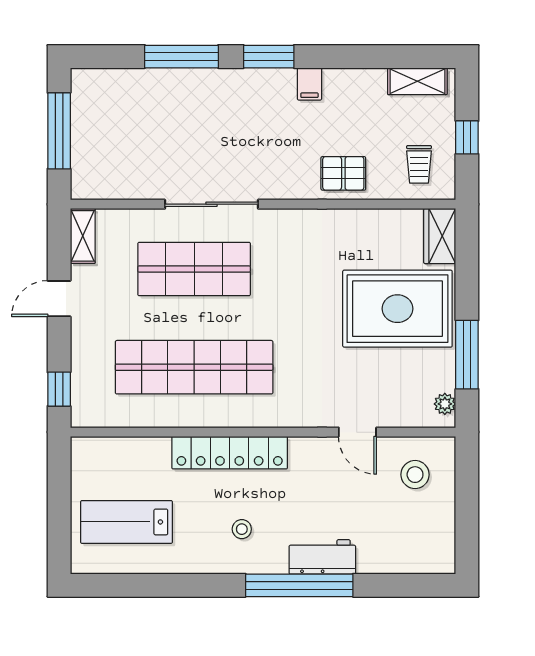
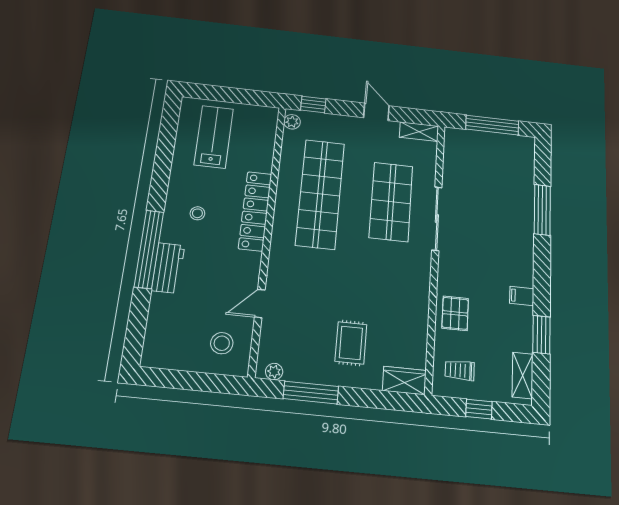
window: (269, 57) -> (541, 335), moved
rug: (397, 309) -> (351, 343), width x0.54, depth x0.49
plant: (90, 416) -> (292, 122), added

